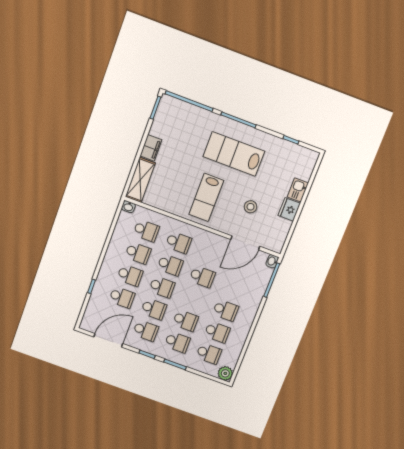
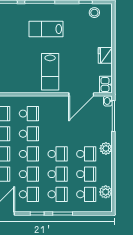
lab bench: (234, 154) -> (46, 29), width x0.73, depth x0.72
kitchen sink: (298, 190) -> (106, 85), moved
lab bench: (206, 197) -> (50, 72), moved
stool: (251, 207) -> (94, 13), moved
school desk: (202, 277) -> (58, 154), moved
plant: (250, 312) -> (106, 148), added
plant: (225, 373) -> (106, 192), moved

